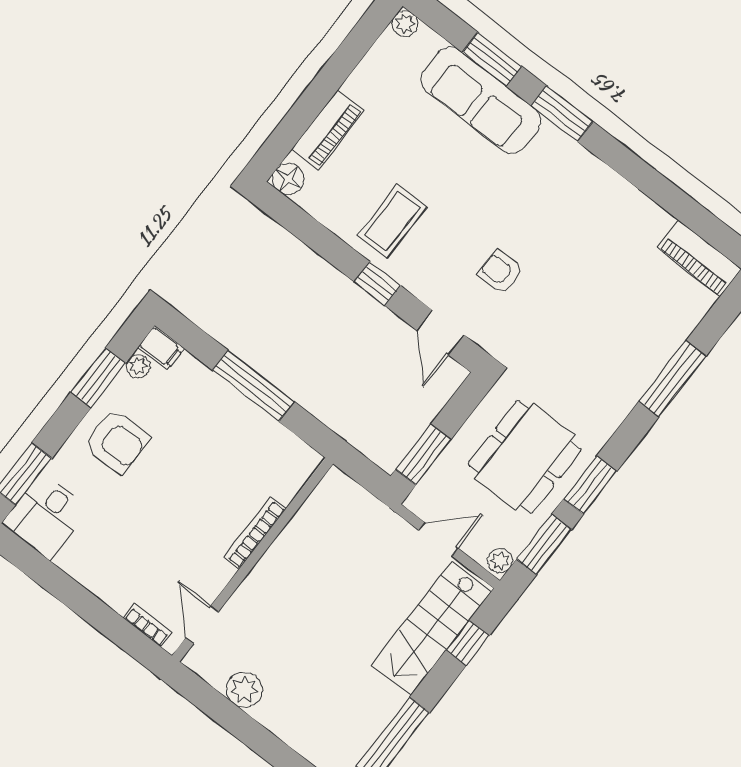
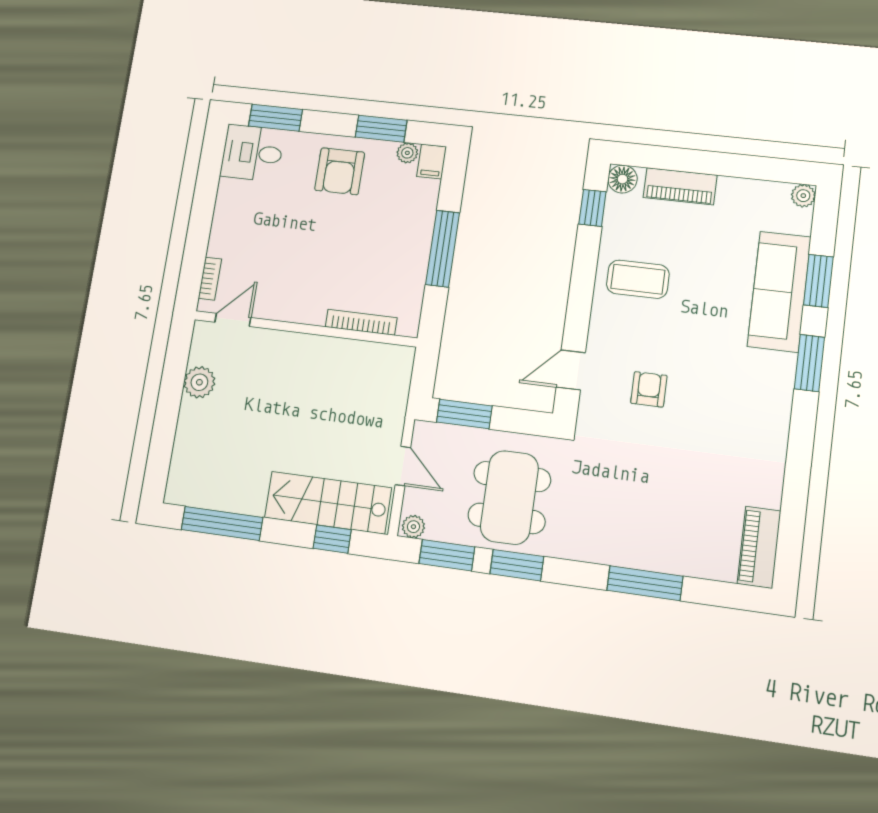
window: (377, 284) -> (592, 208), moved
dining table: (525, 457) -> (509, 497), turned 90
bookcase: (255, 533) -> (361, 322), moved

